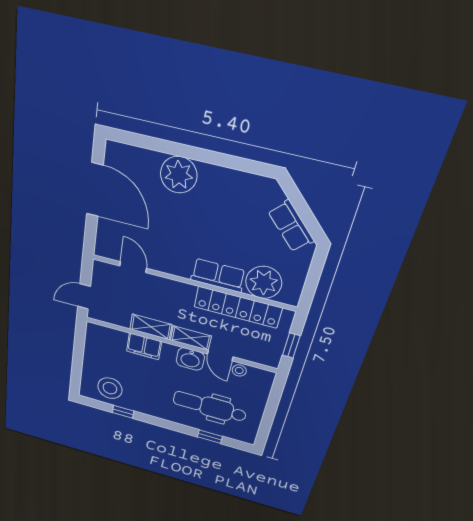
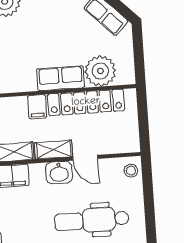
filing cabinet: (185, 294) -> (37, 107), added
window: (291, 346) -> (143, 123), removed
stool: (239, 370) -> (131, 171), moved

